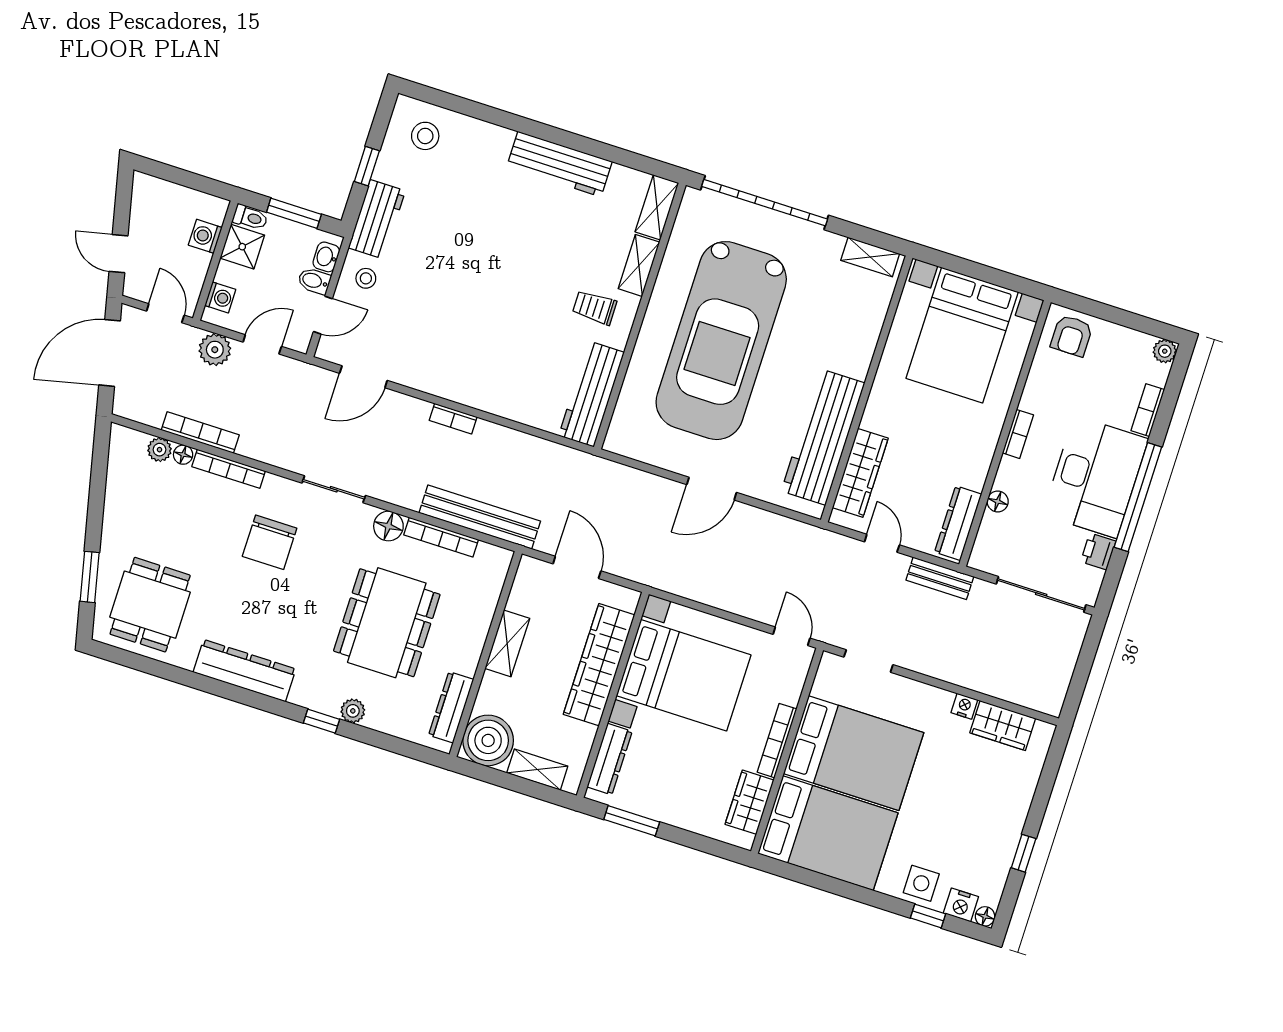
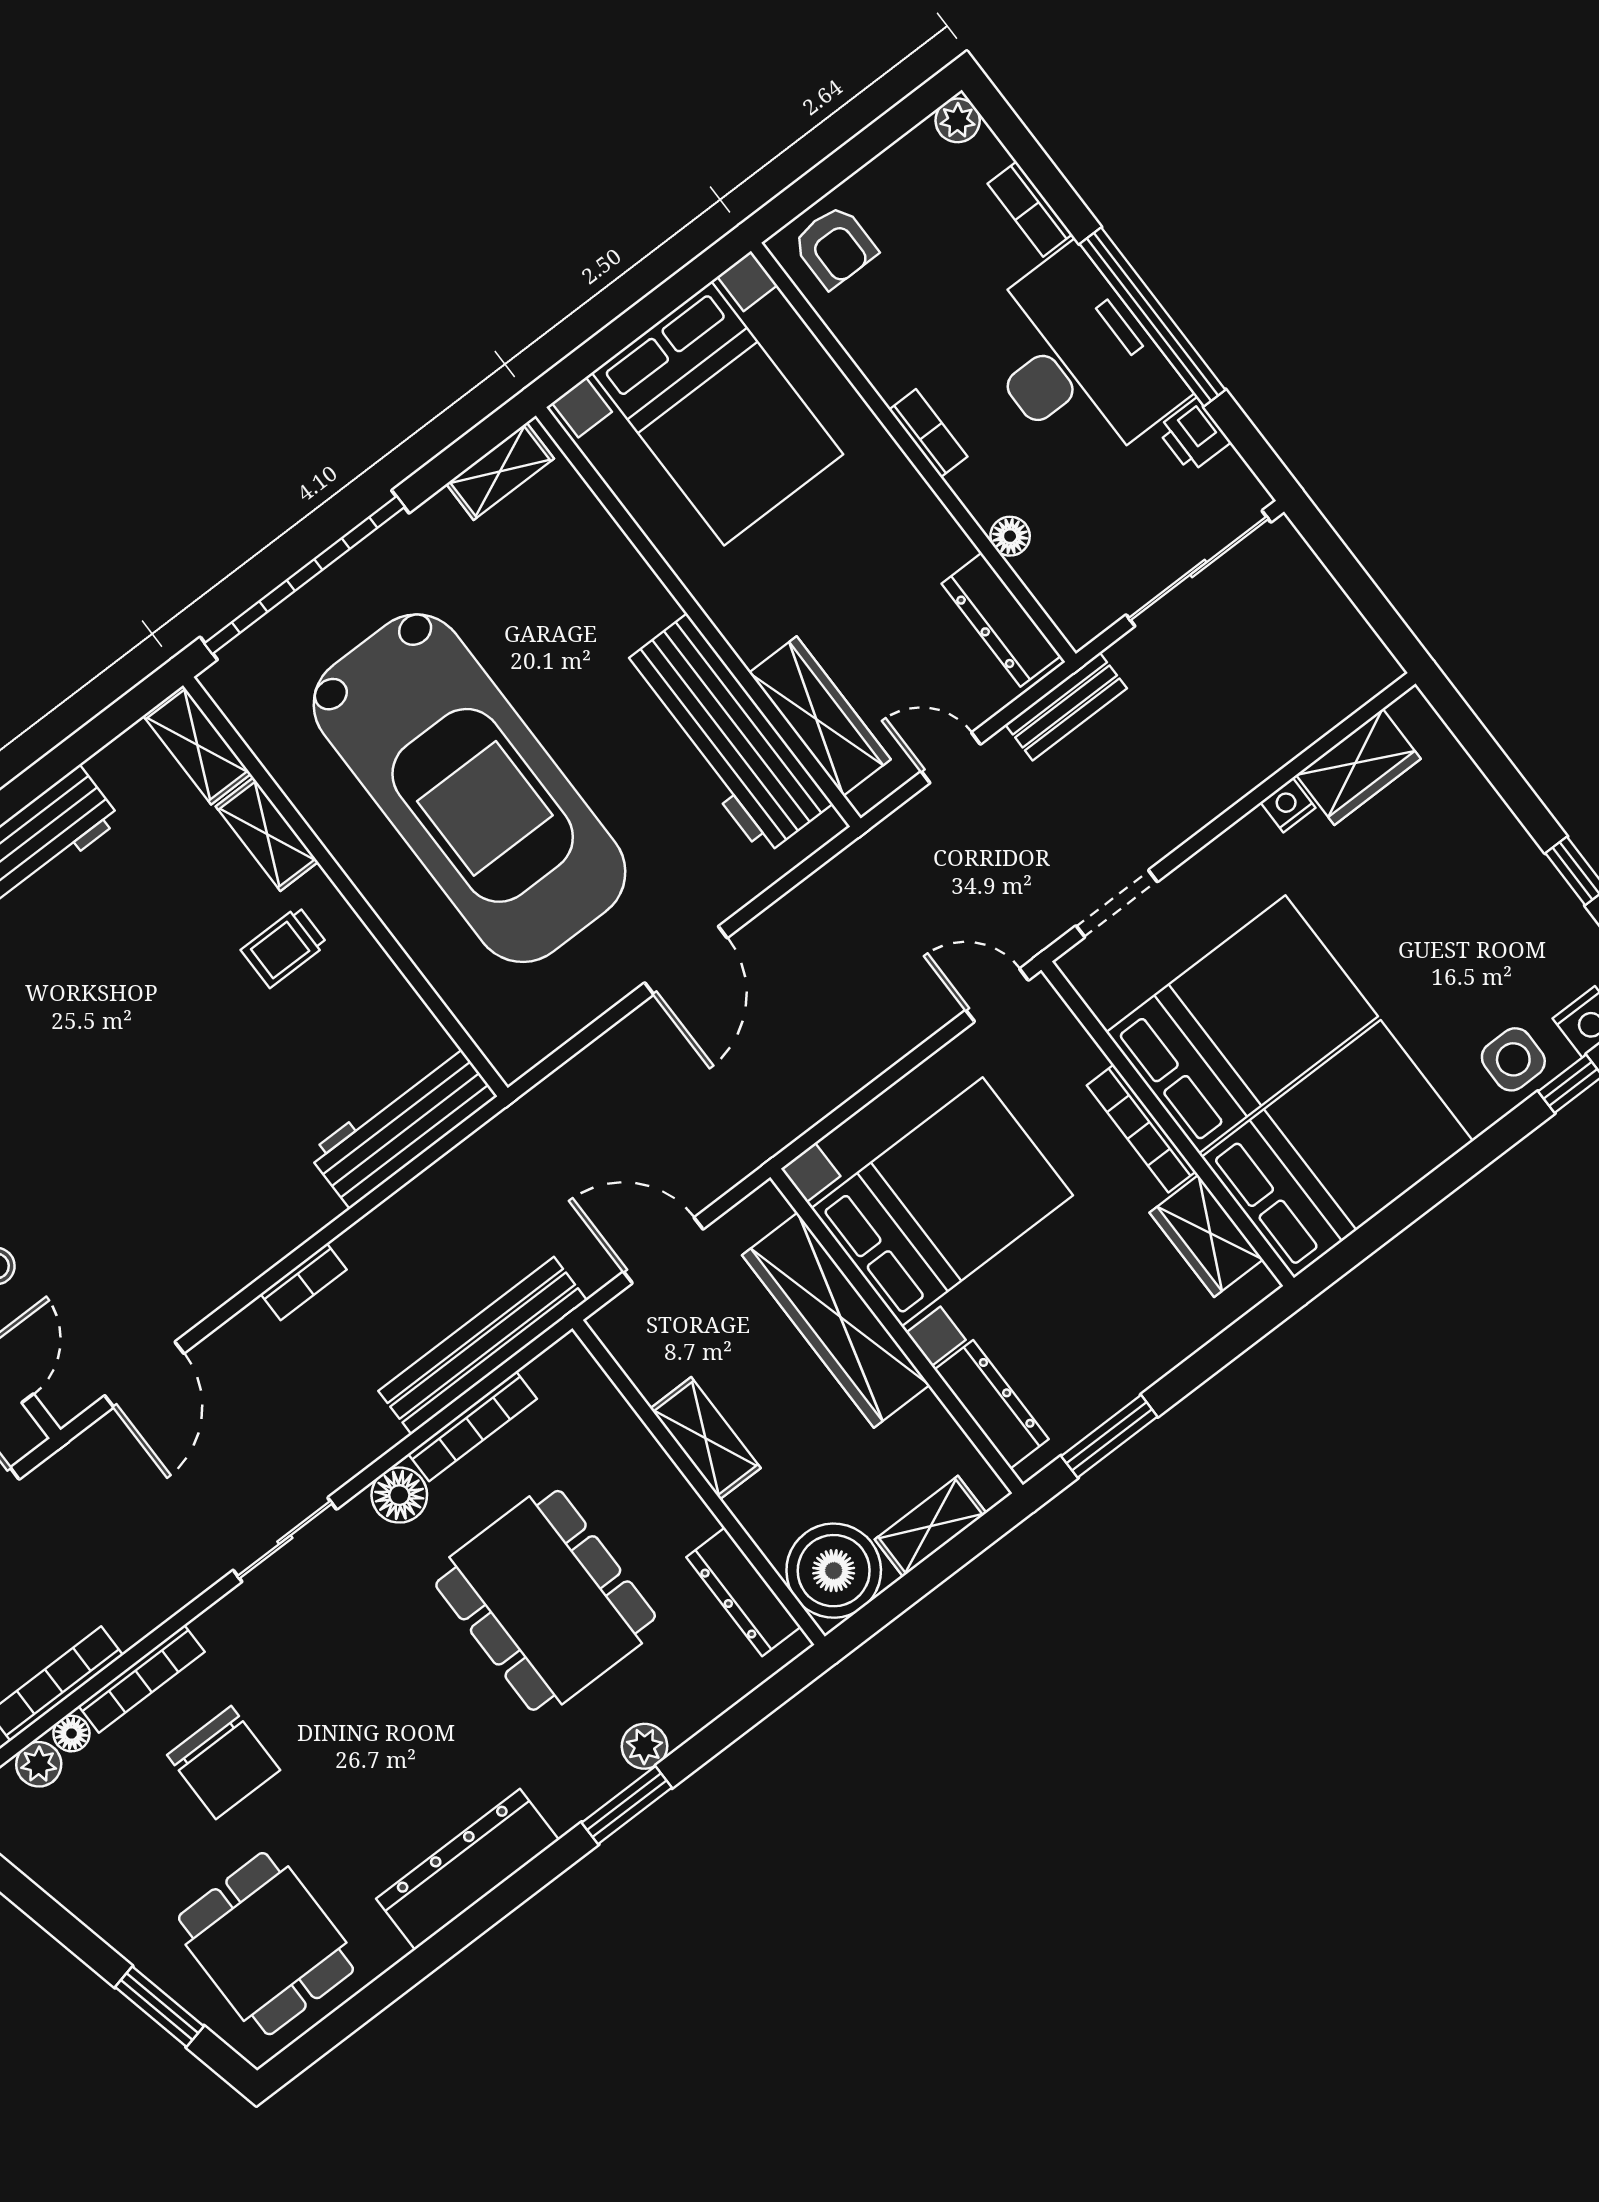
workbench: (592, 394) -> (402, 1125), moved, turned 90
chair: (270, 542) -> (224, 1763), moved
window: (321, 721) -> (627, 1805), width x1.50

